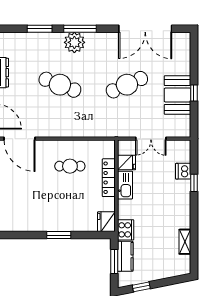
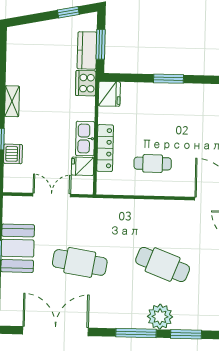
plant: (74, 42) -> (160, 317), moved
cafe table: (127, 85) -> (80, 262), turned 33
shelving: (185, 242) -> (12, 101), moved

